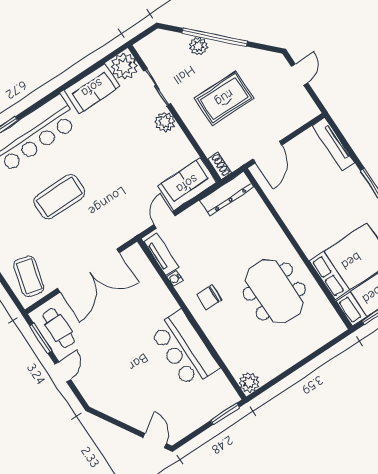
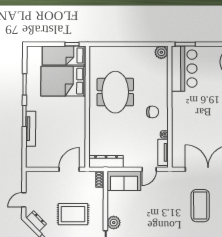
dresser: (265, 58) -> (36, 221), added
tv unit: (334, 144) -> (31, 129), moved
coffee table: (59, 197) -> (200, 206), moved, turned 90
bar counter: (185, 349) -> (184, 69), moved

